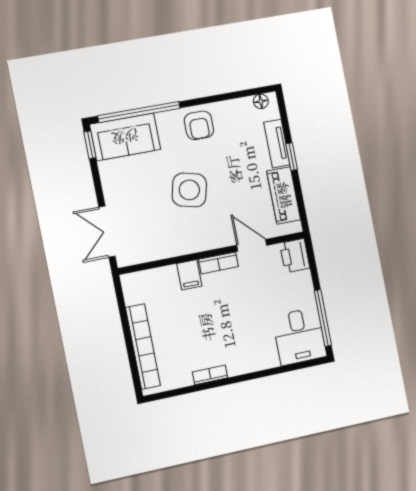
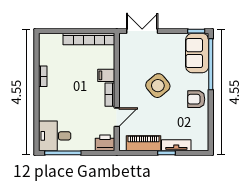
floor lamp: (261, 101) -> (204, 140), removed
side table: (189, 190) -> (158, 86), turned 36
bookcase: (143, 347) -> (89, 39), moved

